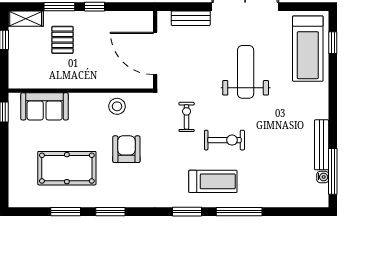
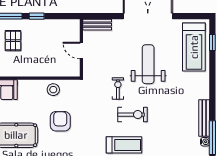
bench: (191, 18) -> (97, 25), moved
door: (155, 53) -> (81, 51), width x0.53
exercise bike: (187, 117) -> (118, 89), moved

